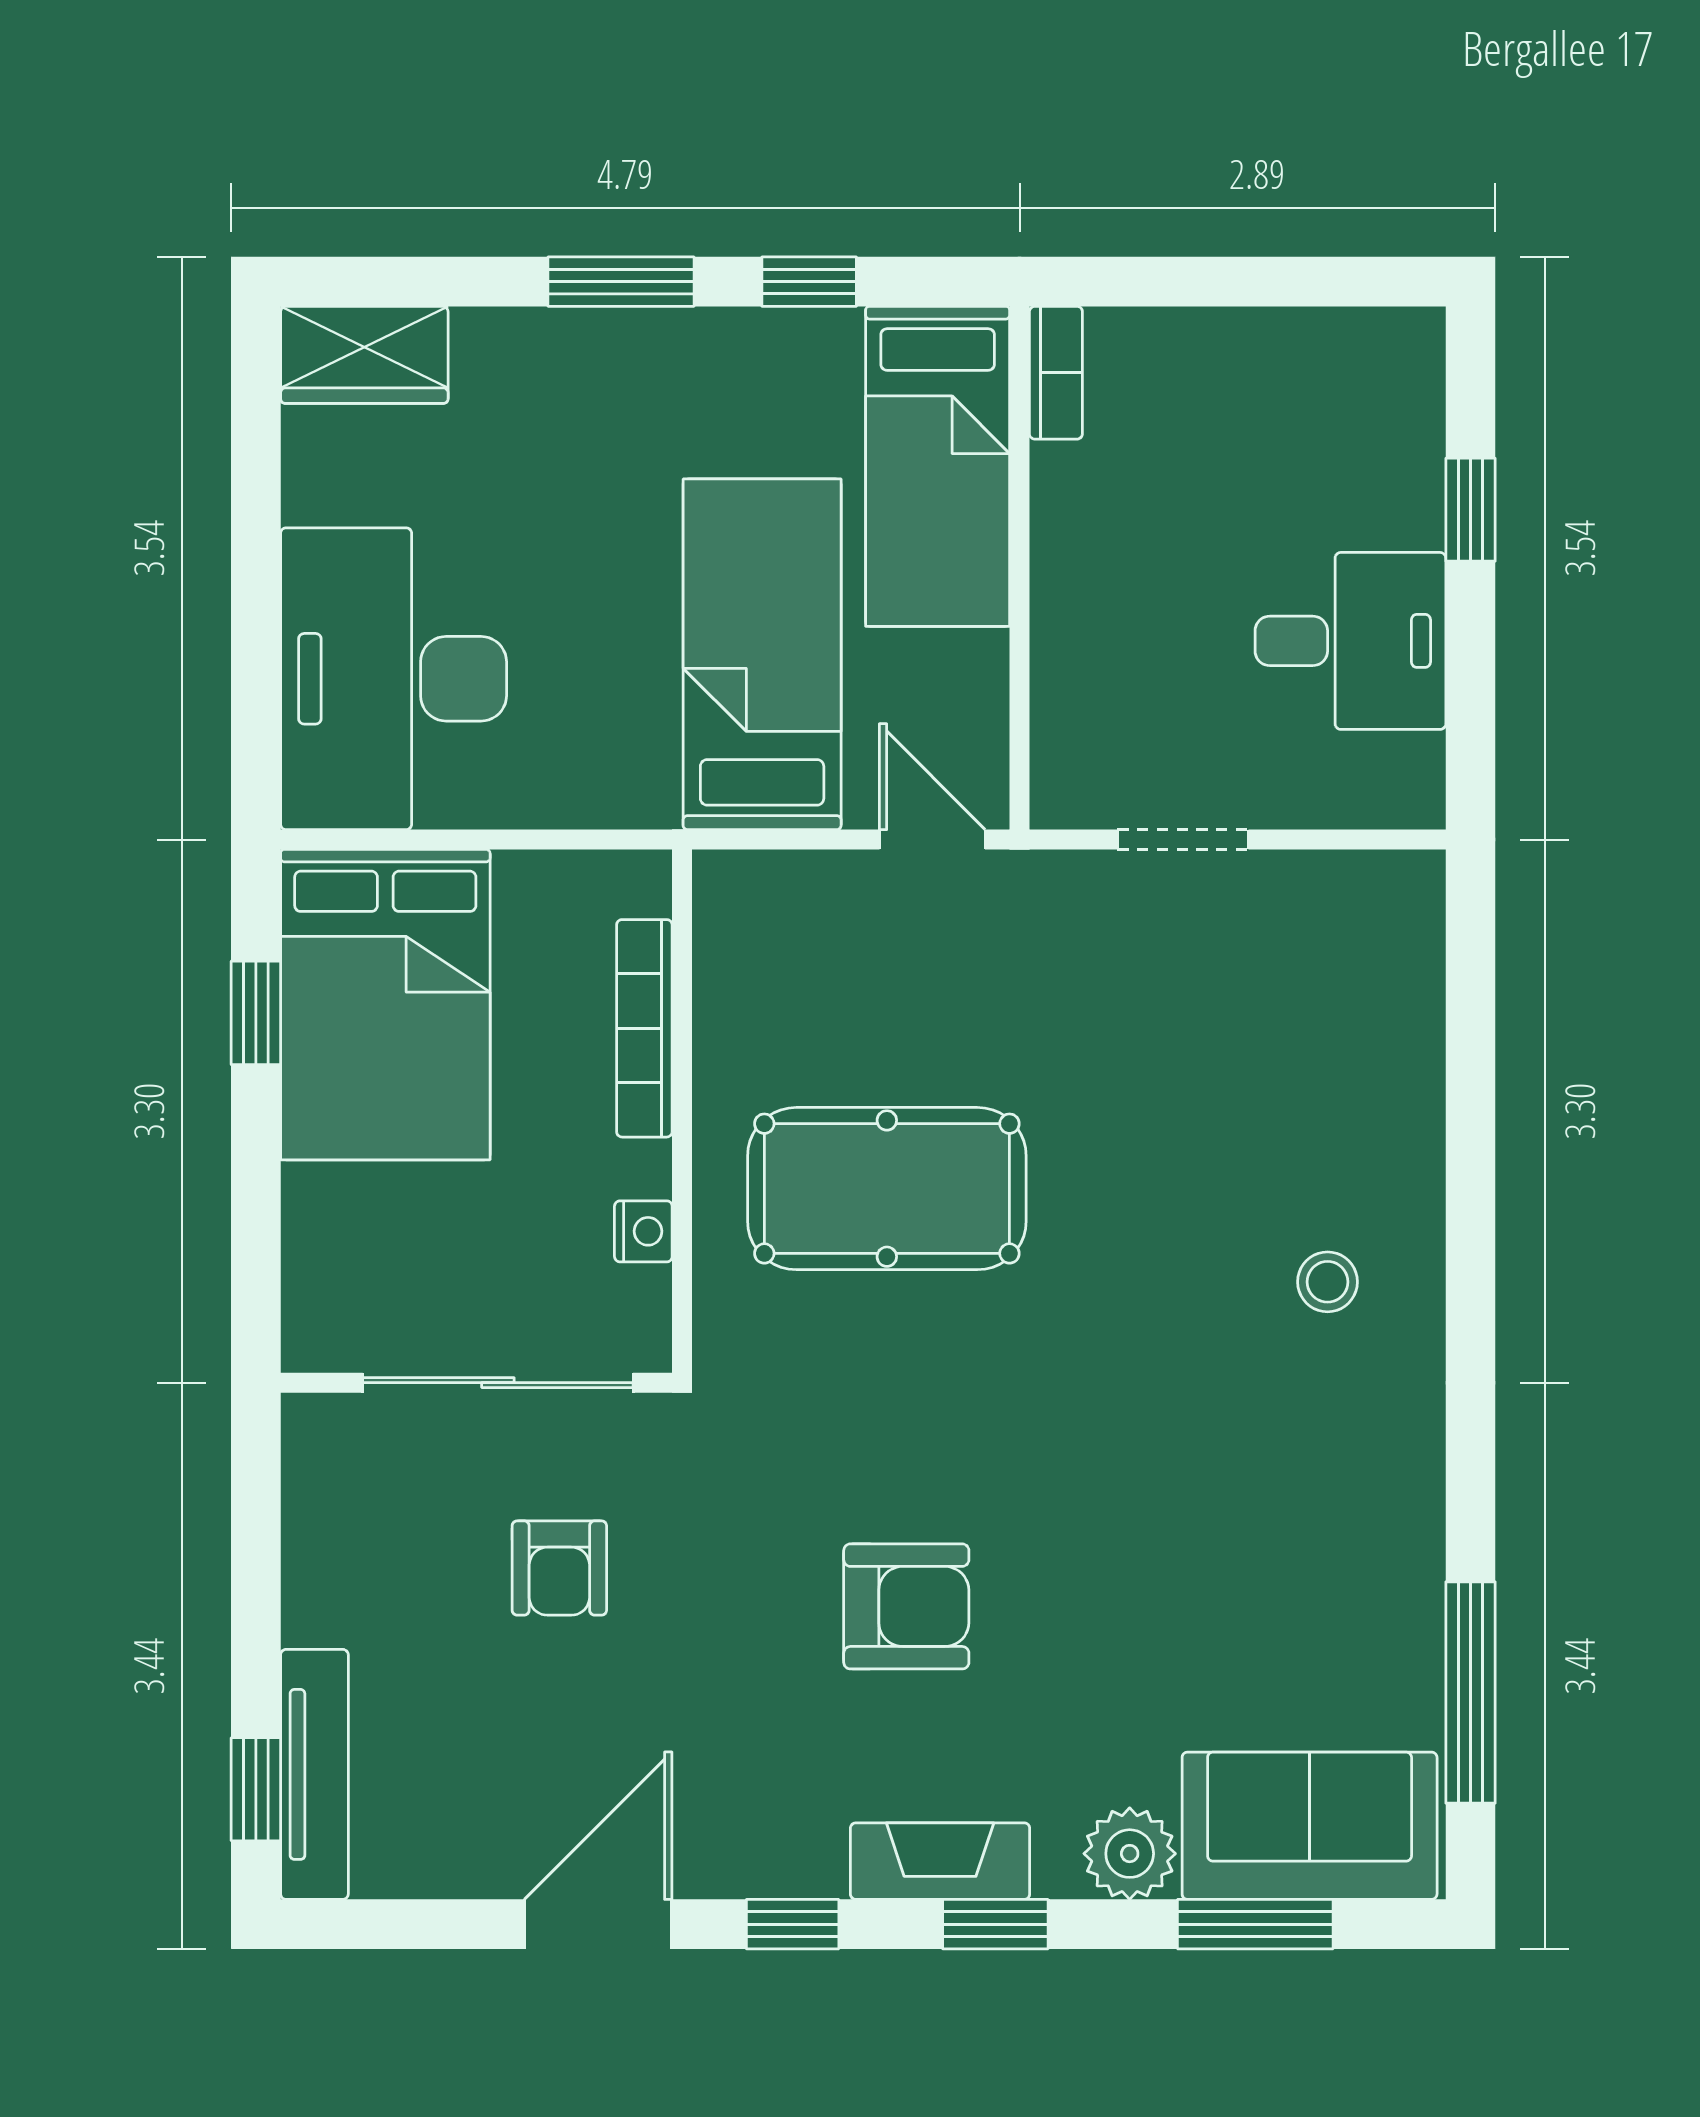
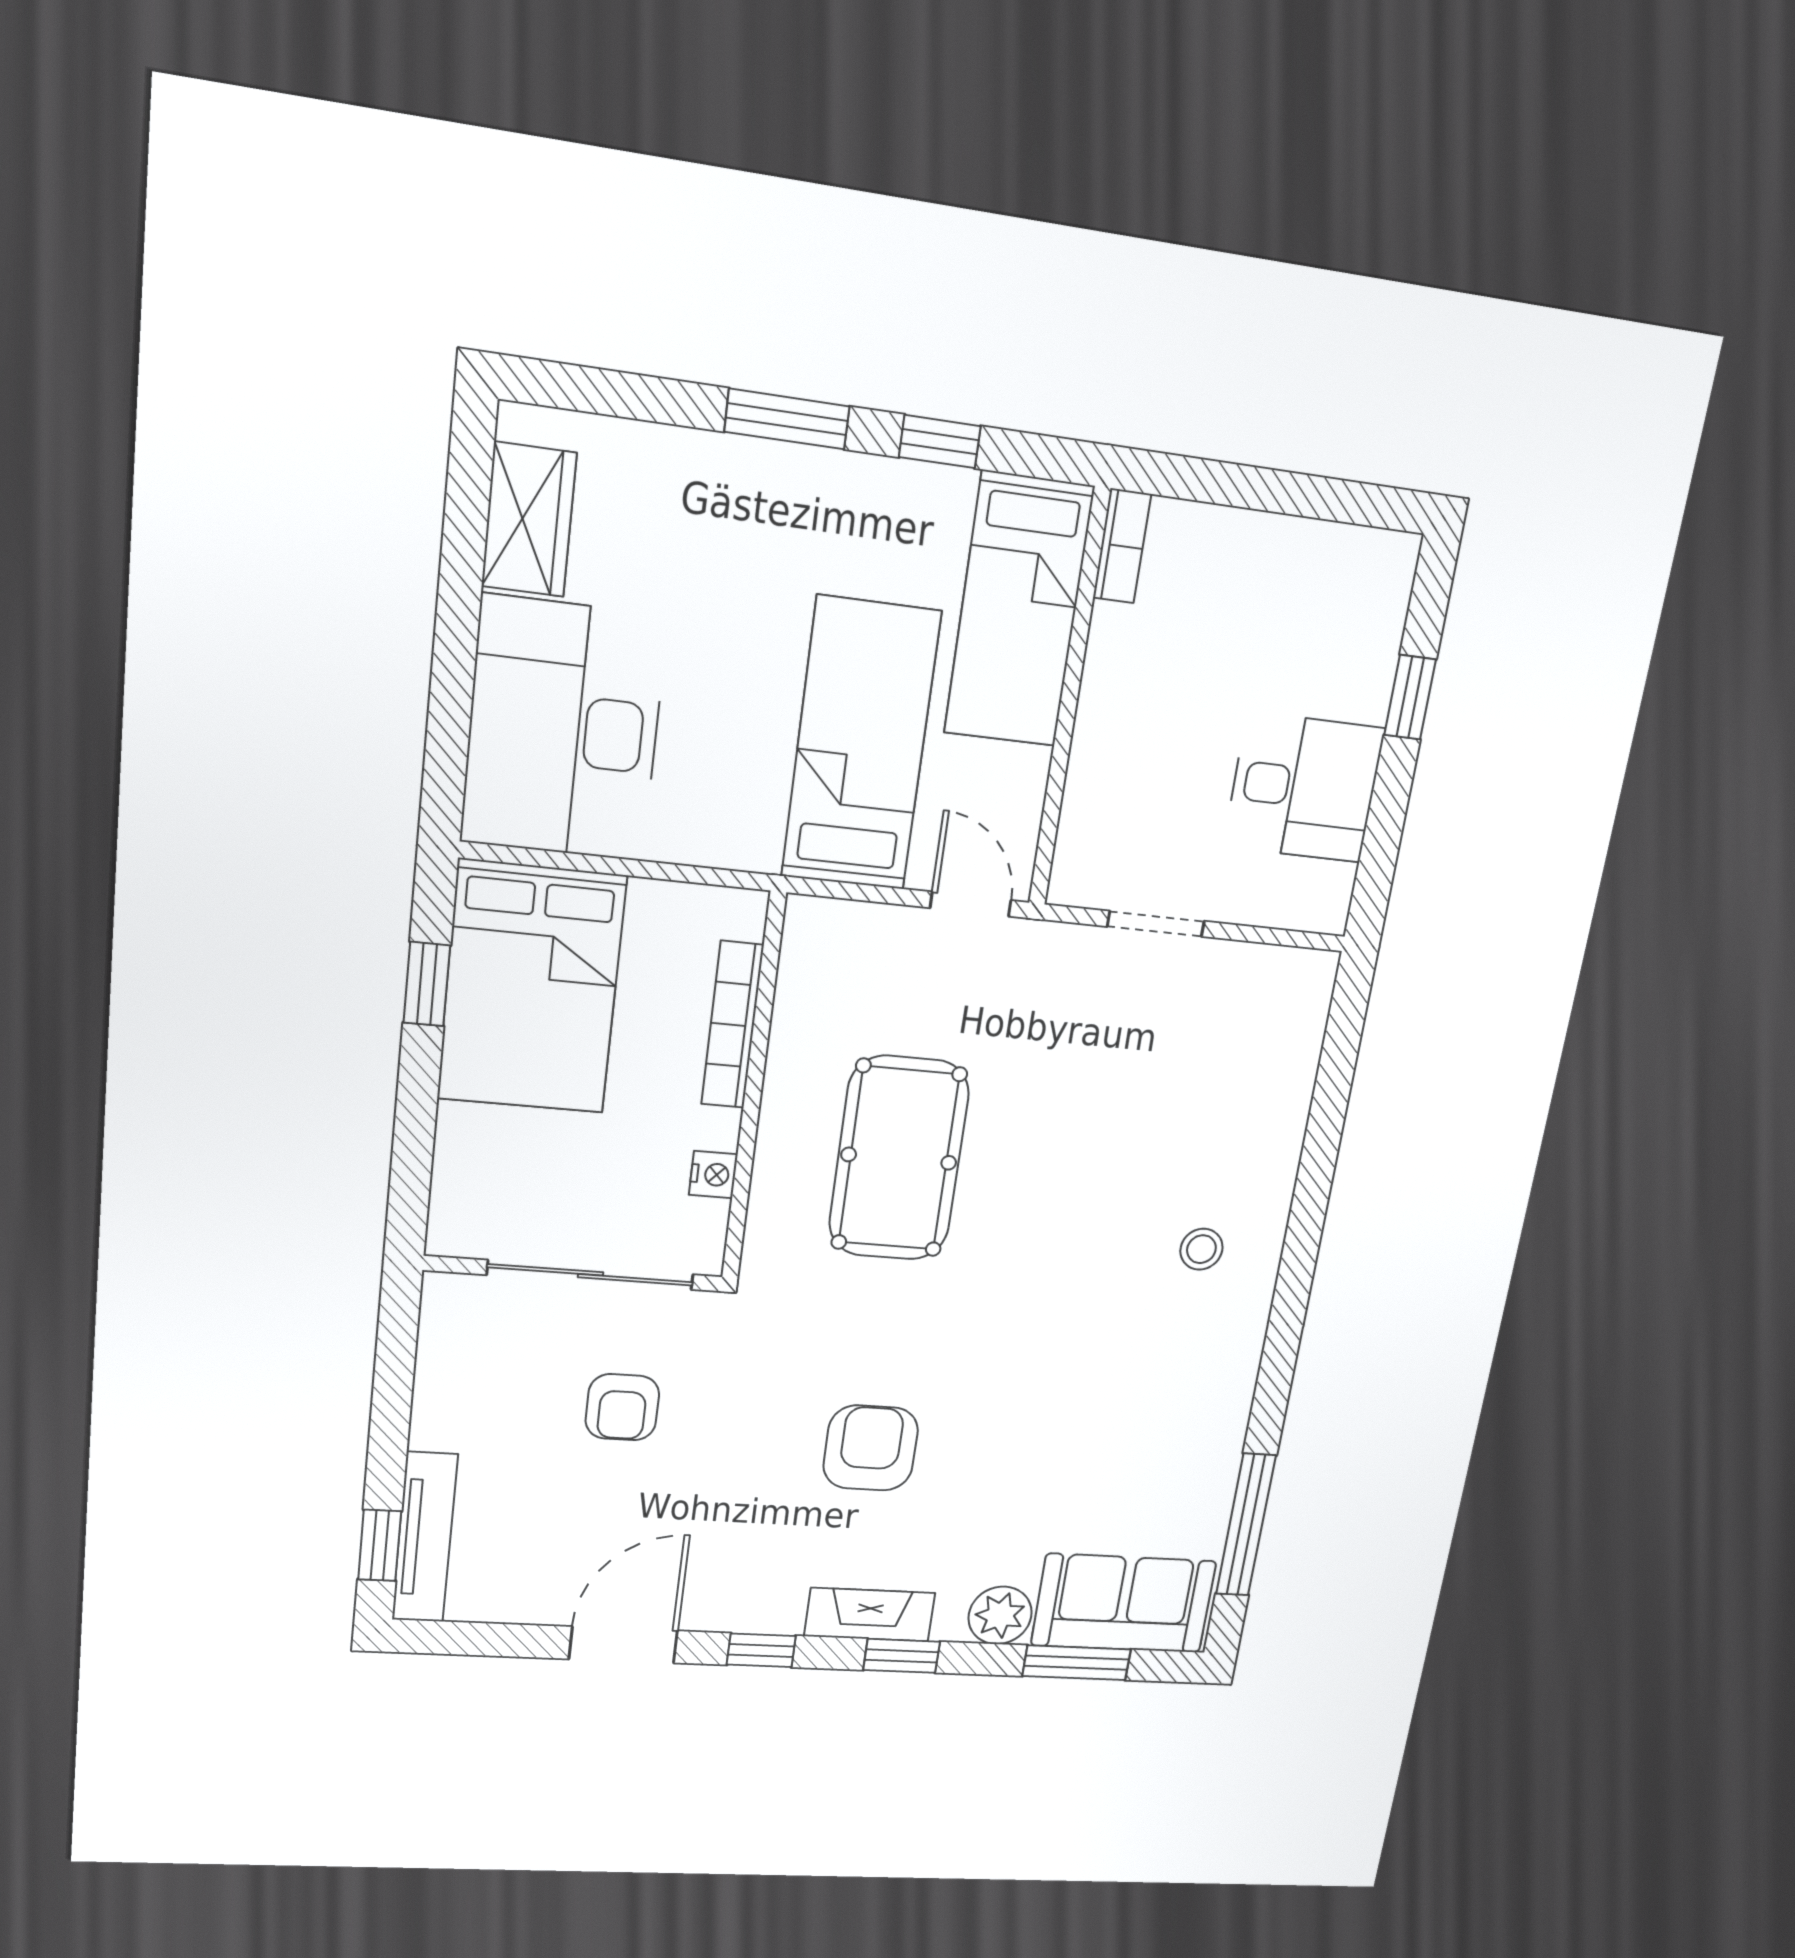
wardrobe: (364, 355) -> (529, 520), moved, turned -90
pool table: (887, 1189) -> (899, 1159), turned 90
armchair: (906, 1606) -> (871, 1448), turned -90

